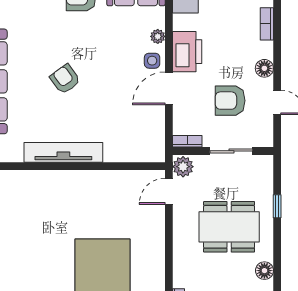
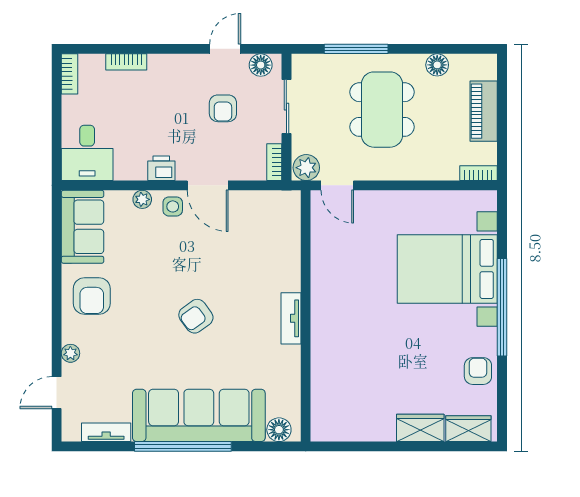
printer: (187, 52) -> (161, 168), width x0.53, depth x0.68
floor lamp: (264, 68) -> (261, 65), moved
armchair: (230, 101) -> (223, 108), width x0.72, depth x0.72
tv unit: (63, 152) -> (291, 318), width x0.52, depth x0.78
window: (277, 206) -> (356, 49), width x2.17

